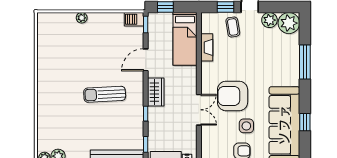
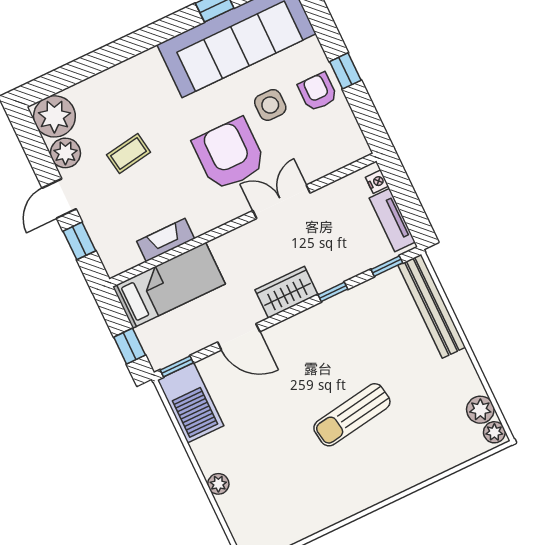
barbecue: (134, 19) -> (191, 403), width x1.88, depth x1.53
coffee table: (233, 27) -> (129, 154), moved
window: (305, 62) -> (109, 56), removed
sun lounger: (105, 94) -> (352, 415), moved, turned 84
armchair: (233, 96) -> (229, 154), turned 180

